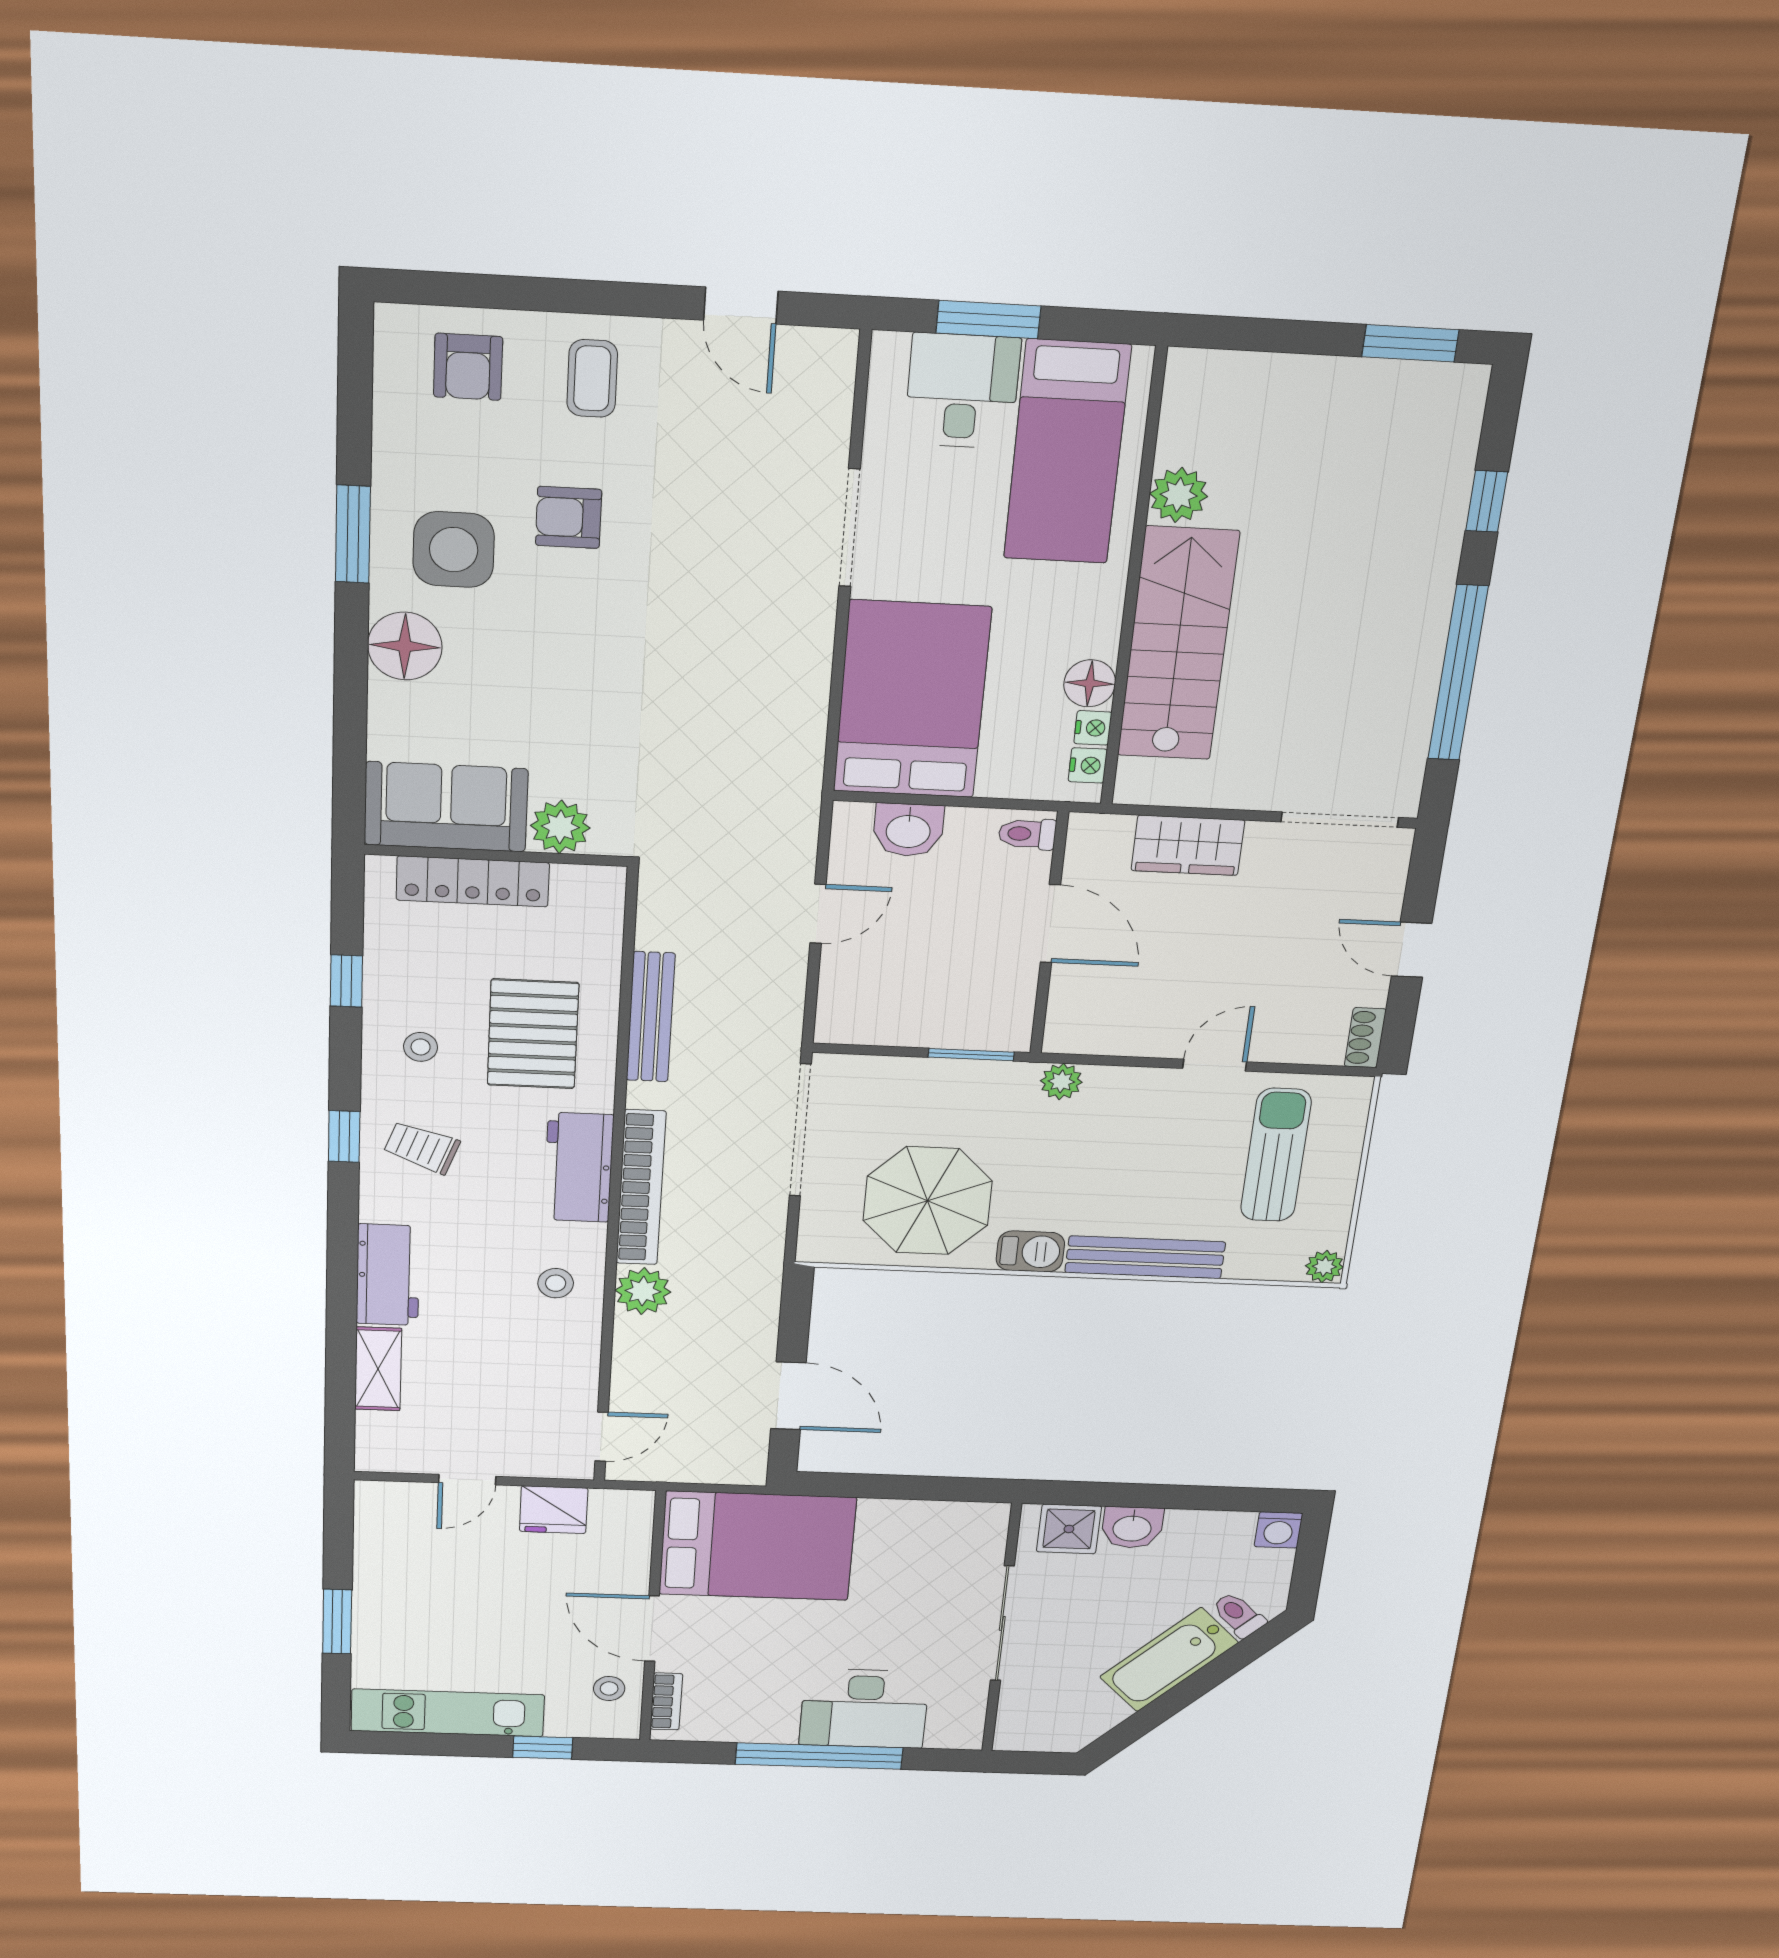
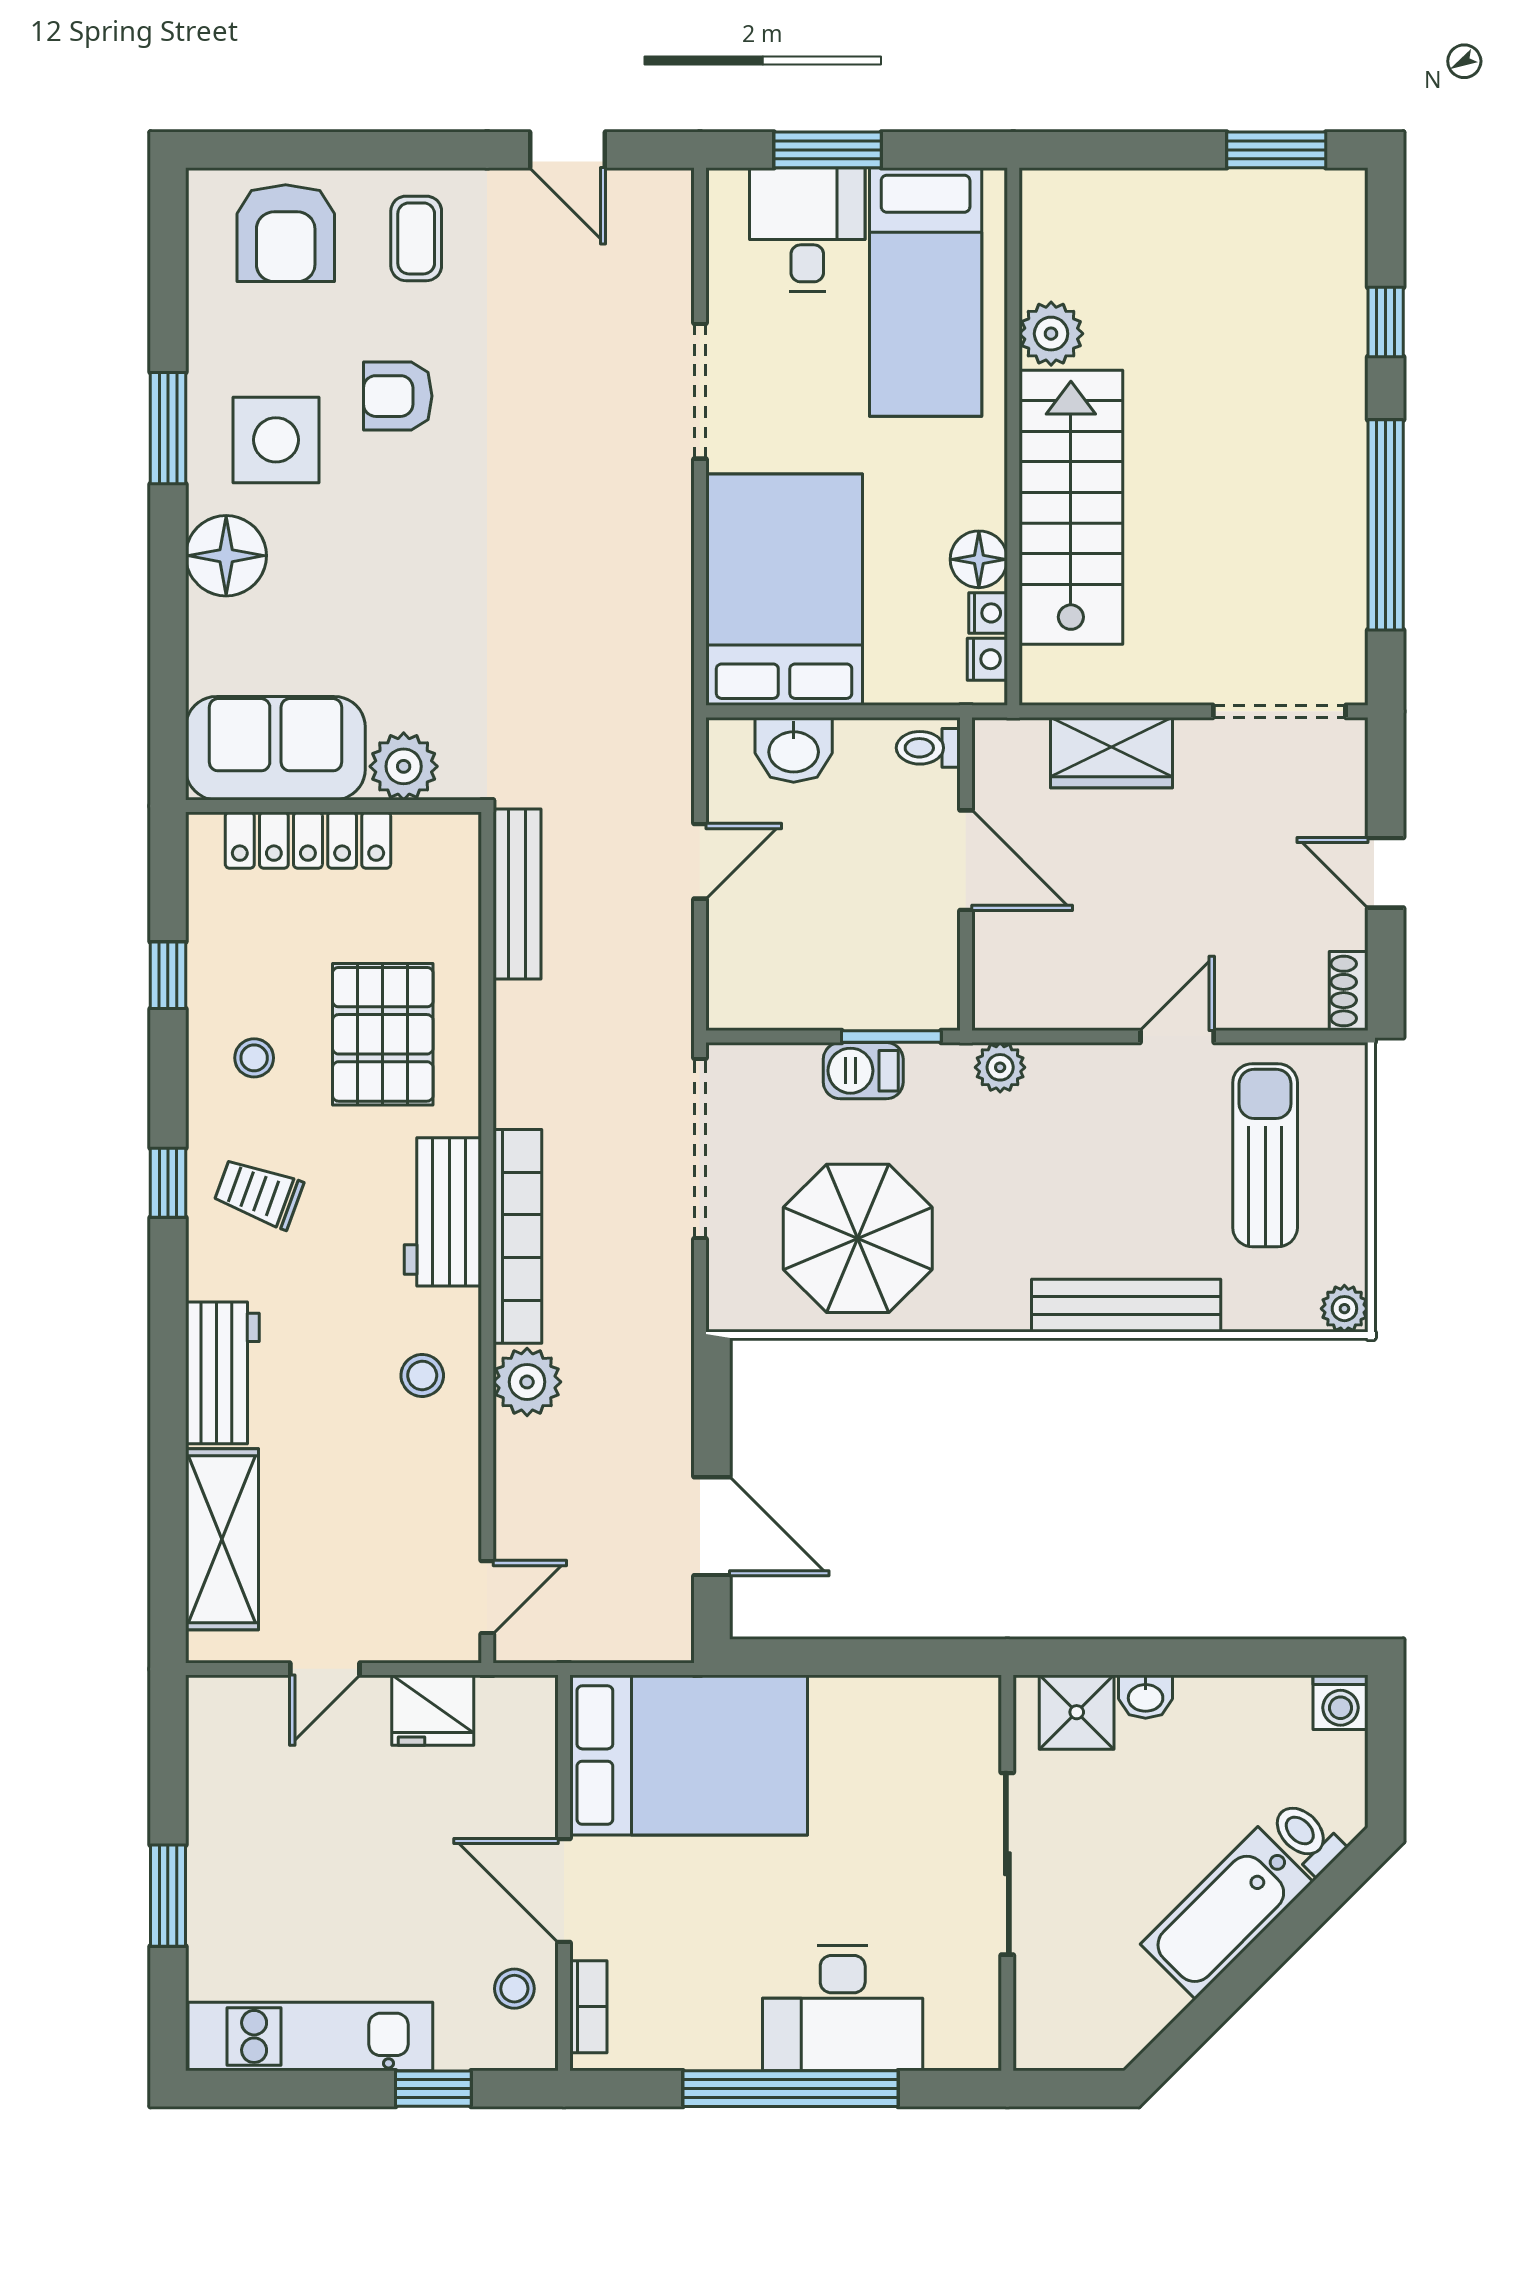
armchair: (468, 367) -> (286, 233), width x1.38, depth x1.38
bench: (651, 1017) -> (517, 894), moved
barbecue: (1030, 1251) -> (863, 1071), moved, turned 180
shelving: (378, 1369) -> (222, 1539), width x1.50, depth x1.33
washbasin: (1132, 1527) -> (1146, 1697), width x0.72, depth x0.69

